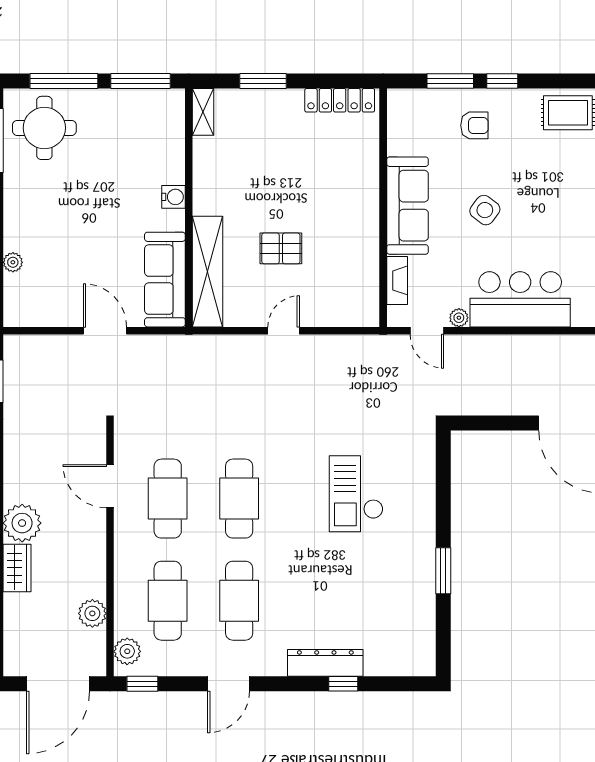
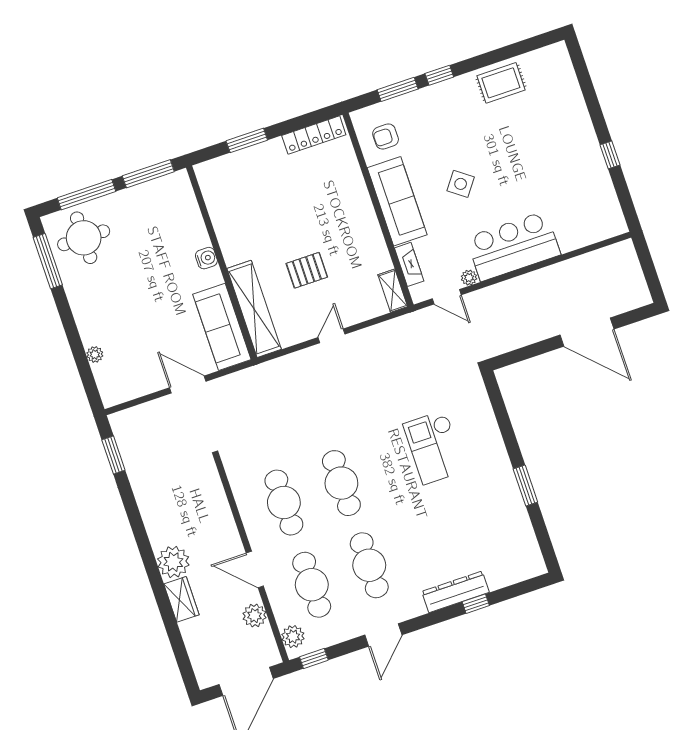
shelving: (203, 112) -> (393, 291), moved
armchair: (474, 125) -> (386, 137), moved, turned 180
door: (110, 486) -> (255, 569), moved

